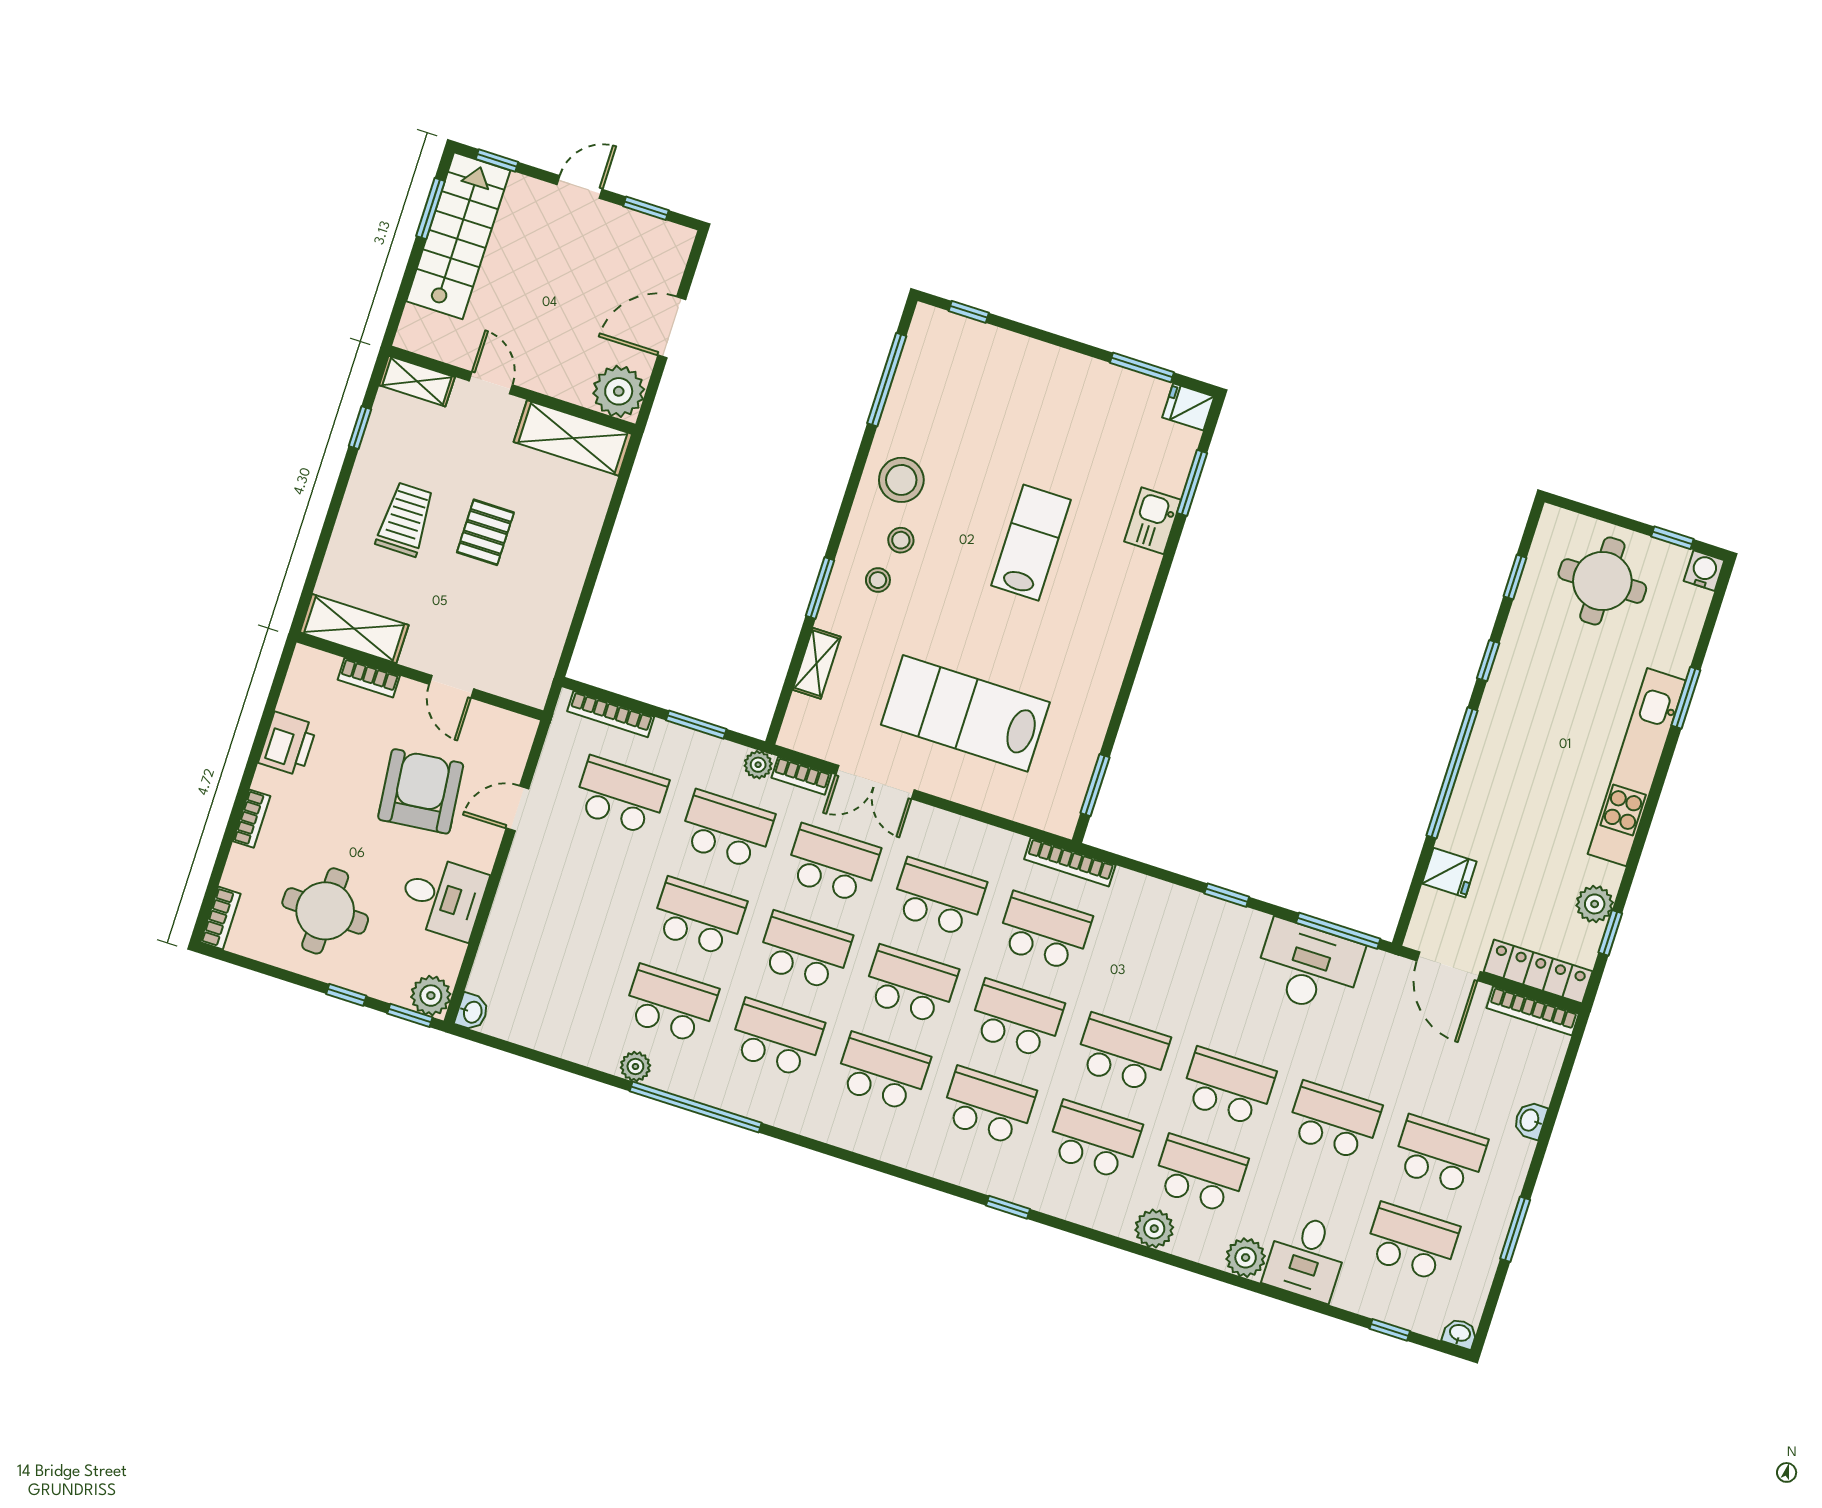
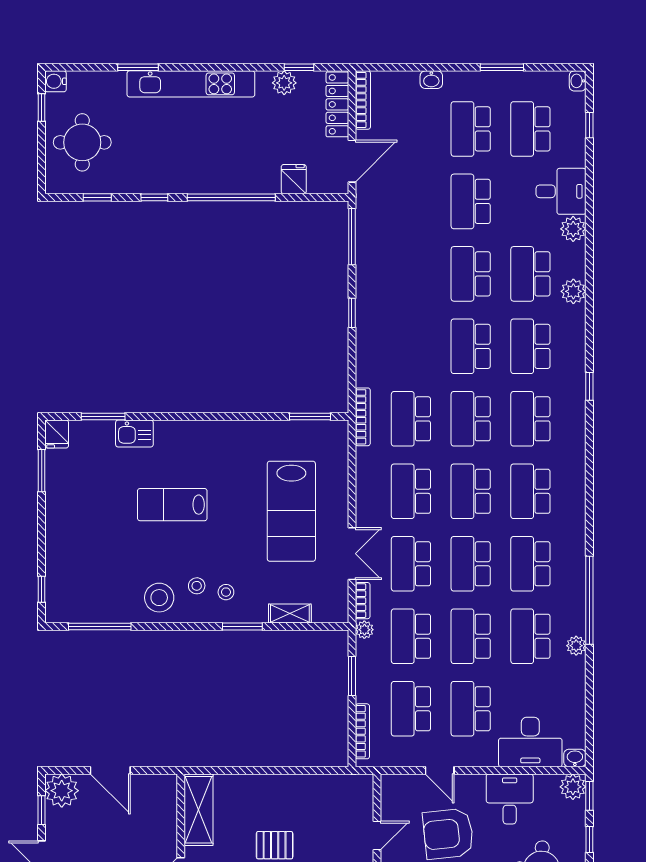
plant: (619, 391) -> (62, 791), moved
school desk: (593, 883) -> (471, 709), added
desk: (1309, 967) -> (530, 742), moved, turned -90

